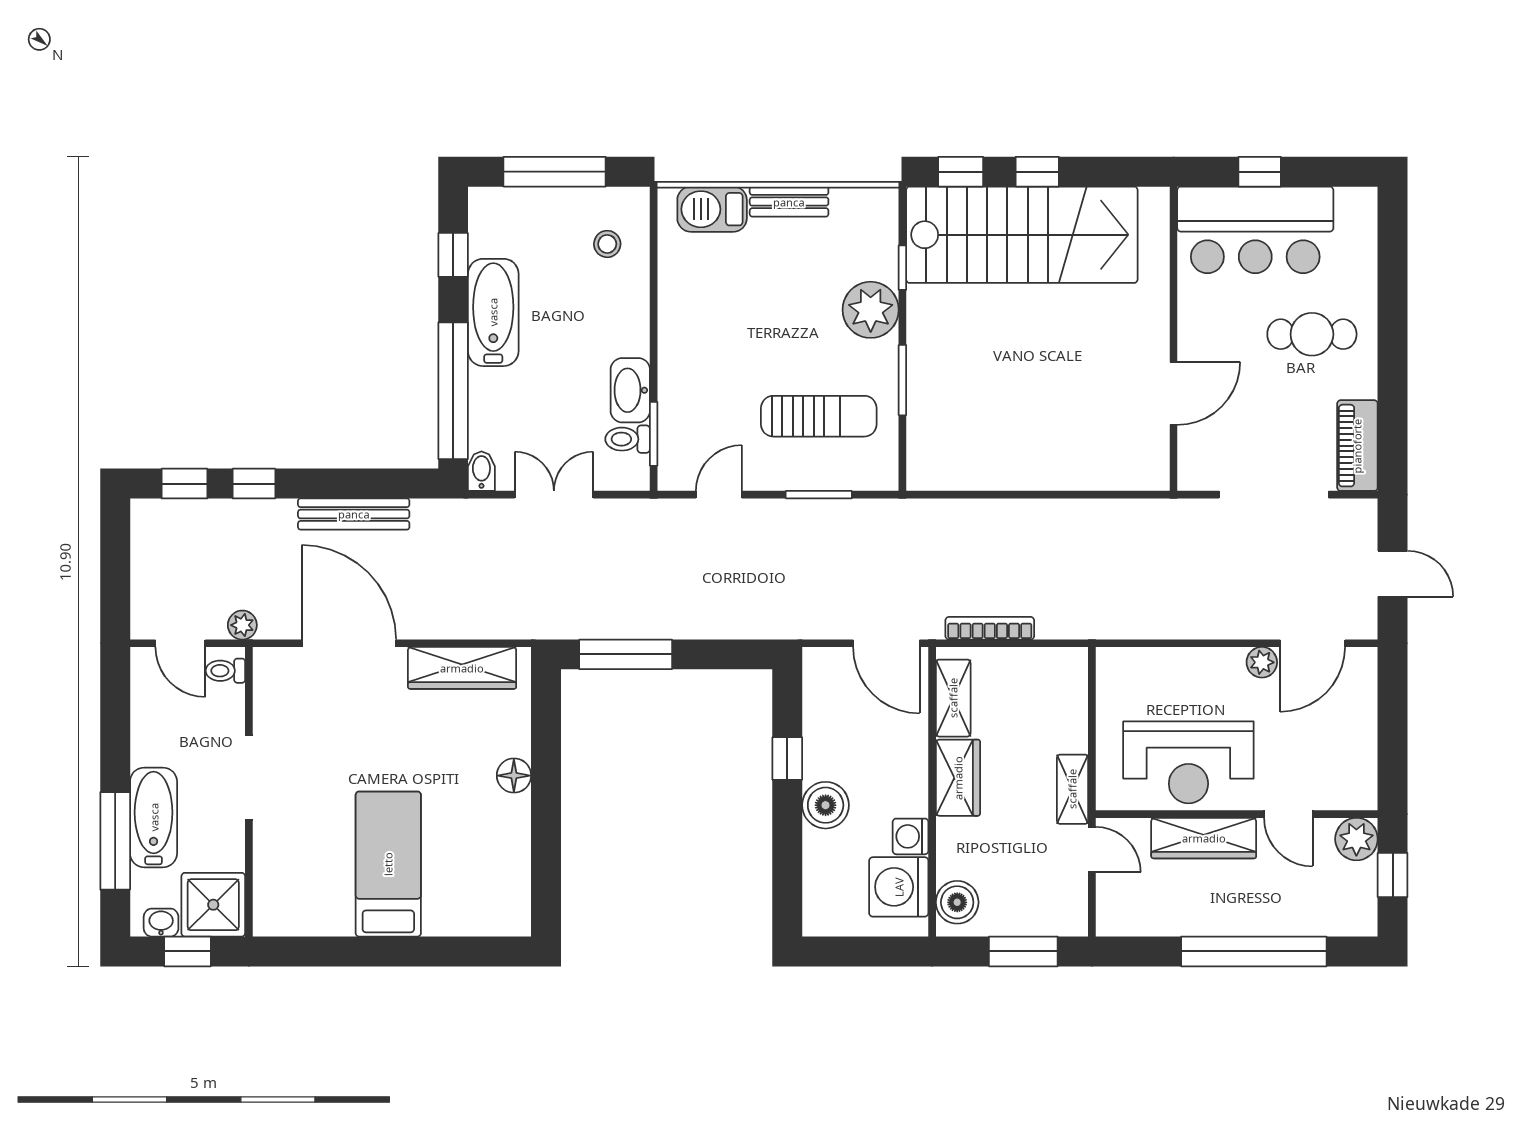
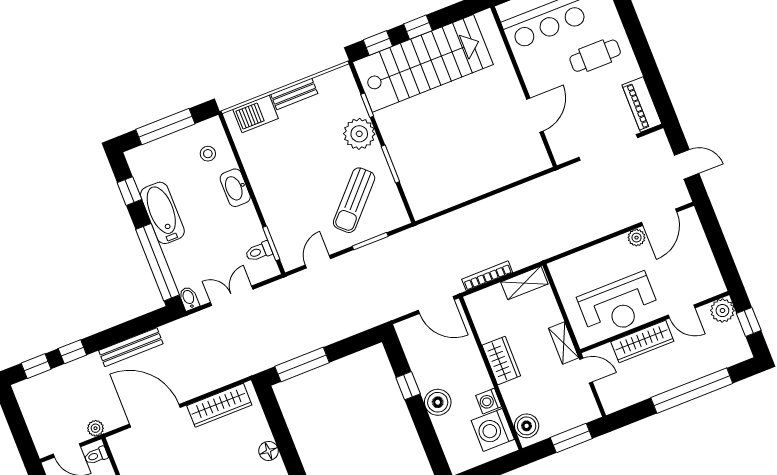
washbasin: (630, 390) -> (235, 188), moved
sun lounger: (819, 416) -> (354, 200), turned 133
shelving: (953, 698) -> (524, 283), moved, turned 90

